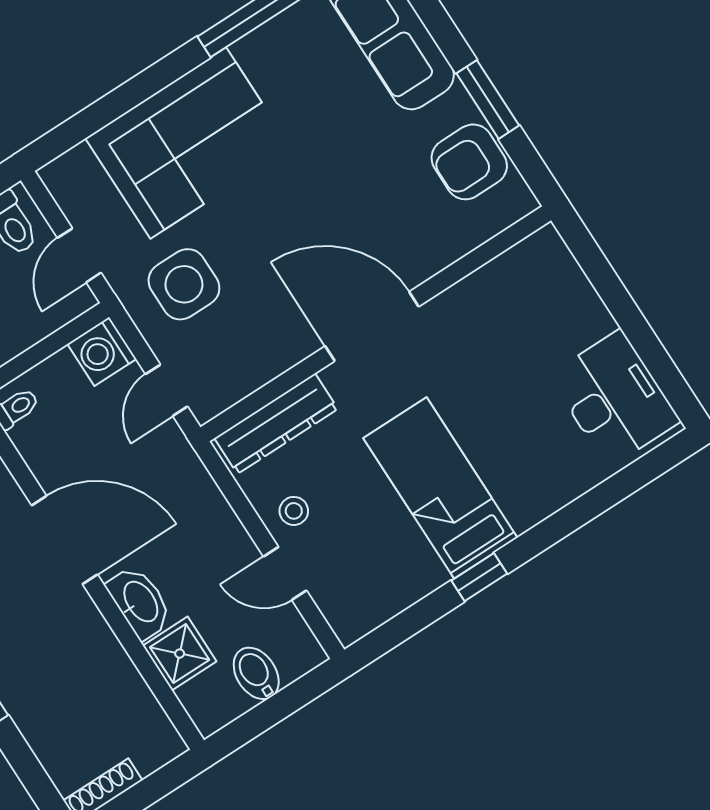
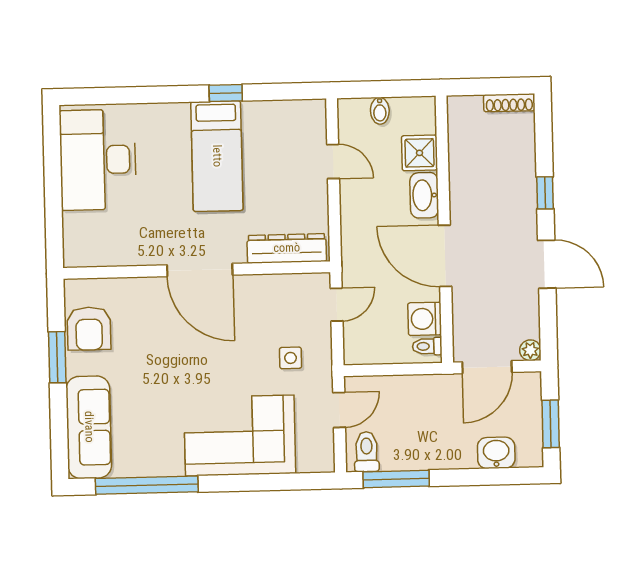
armchair: (469, 162) -> (89, 329), turned 90
side table: (184, 284) -> (291, 358), width x0.54, depth x0.54
washing machine: (102, 351) -> (425, 319), moved, turned 180
desk: (614, 398) -> (98, 160), width x1.36, depth x1.30
stool: (294, 511) -> (307, 194), removed
bidet: (256, 673) -> (380, 111), width x0.72, depth x0.74

